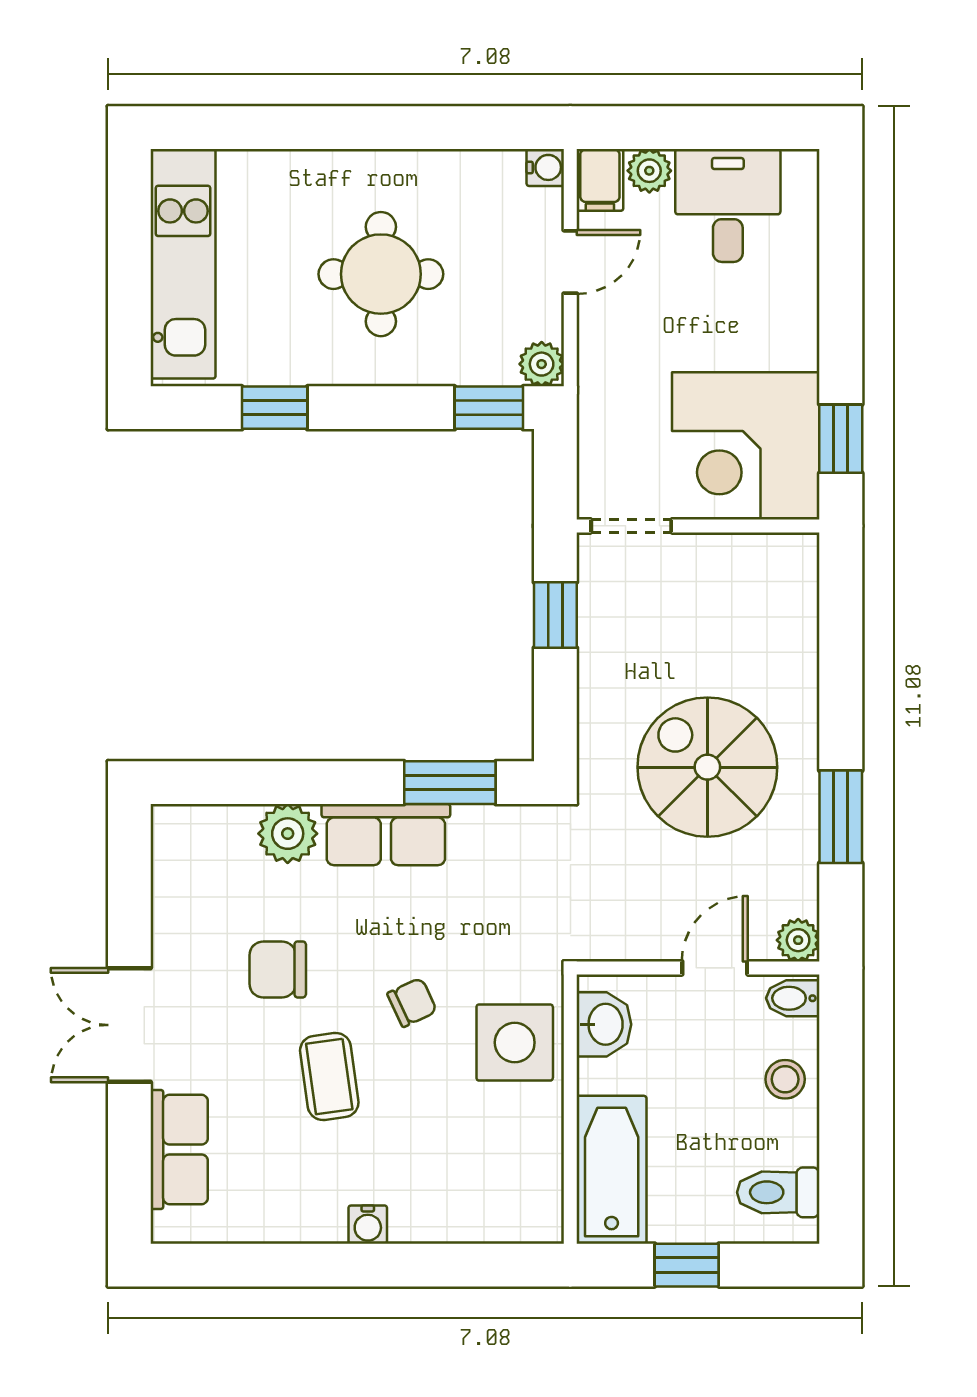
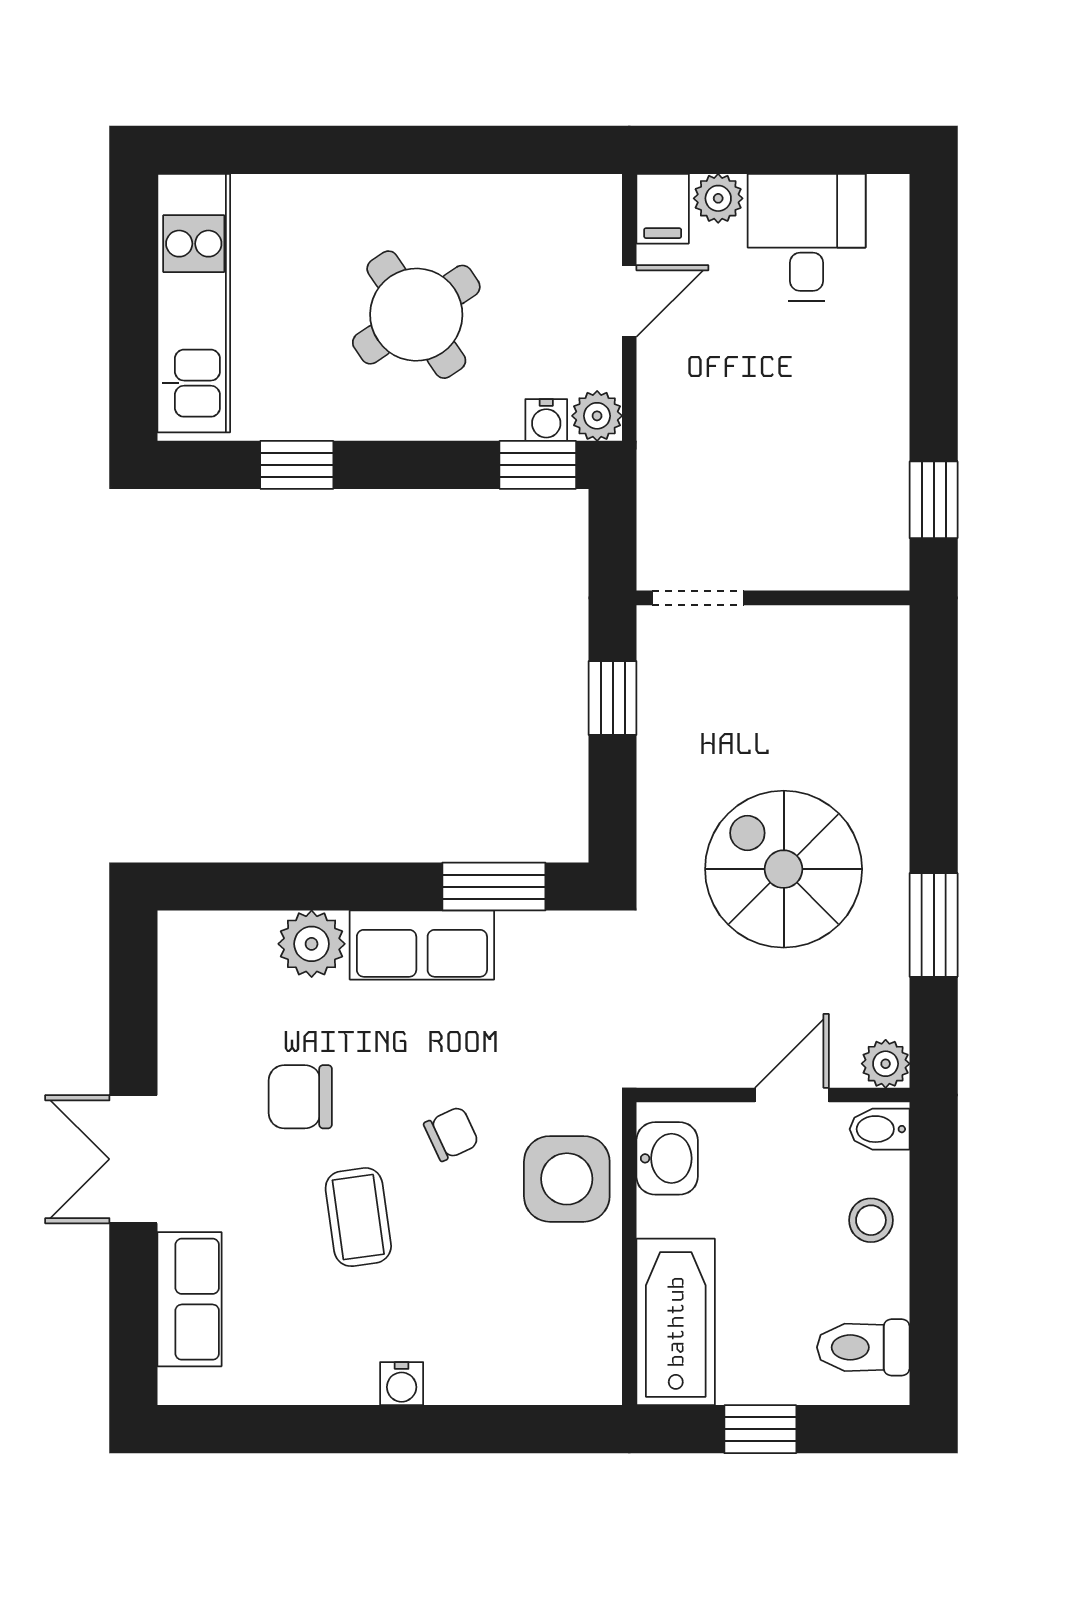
water cooler: (545, 167) -> (546, 420), moved, turned 90
round table: (381, 274) -> (416, 315), turned -34
corner desk: (746, 446) -> (827, 508), removed

